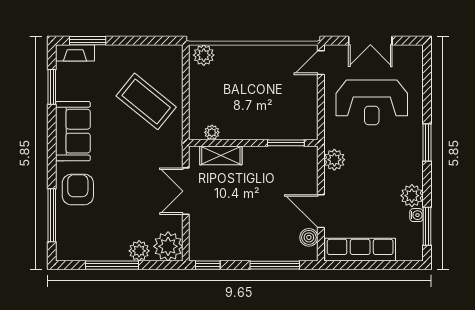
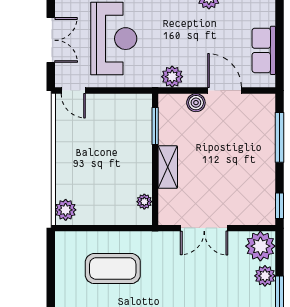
coffee table: (146, 101) -> (113, 269), turned 51
shelving: (221, 155) -> (168, 167), moved
door: (321, 211) -> (225, 91), swing flipped
boiler: (309, 237) -> (196, 103), moved
row of seats: (360, 250) -> (264, 50), width x0.68

